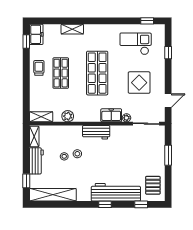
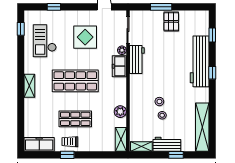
shelving: (72, 29) -> (29, 86), moved
freezer: (36, 34) -> (39, 144), width x1.40
window: (26, 41) -> (67, 155), moved
workbench: (96, 132) -> (137, 59), moved
window: (26, 181) -> (176, 155), moved
pallet: (153, 185) -> (171, 21), moved, turned 90

